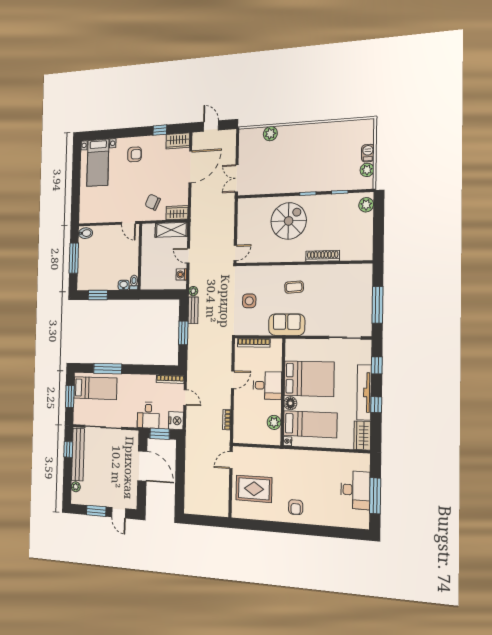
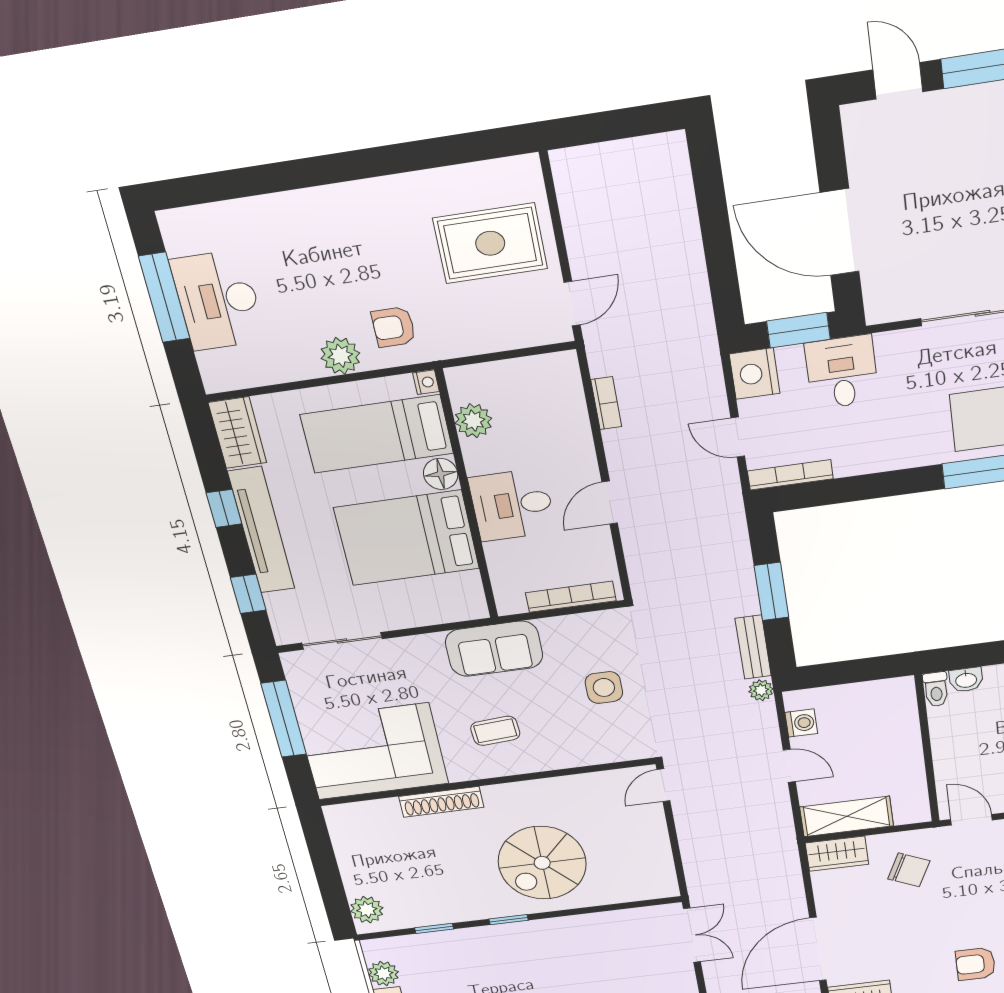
corner sofa: (345, 284) -> (373, 752), added
plant: (316, 458) -> (340, 356), added
armchair: (296, 507) -> (394, 327), moved, turned -90

